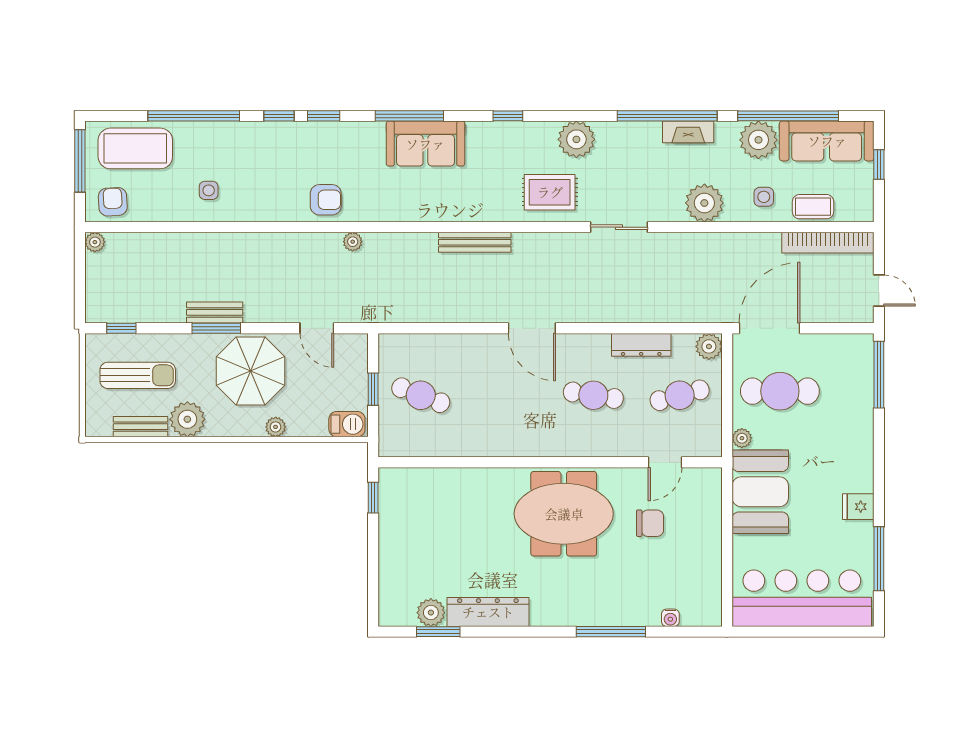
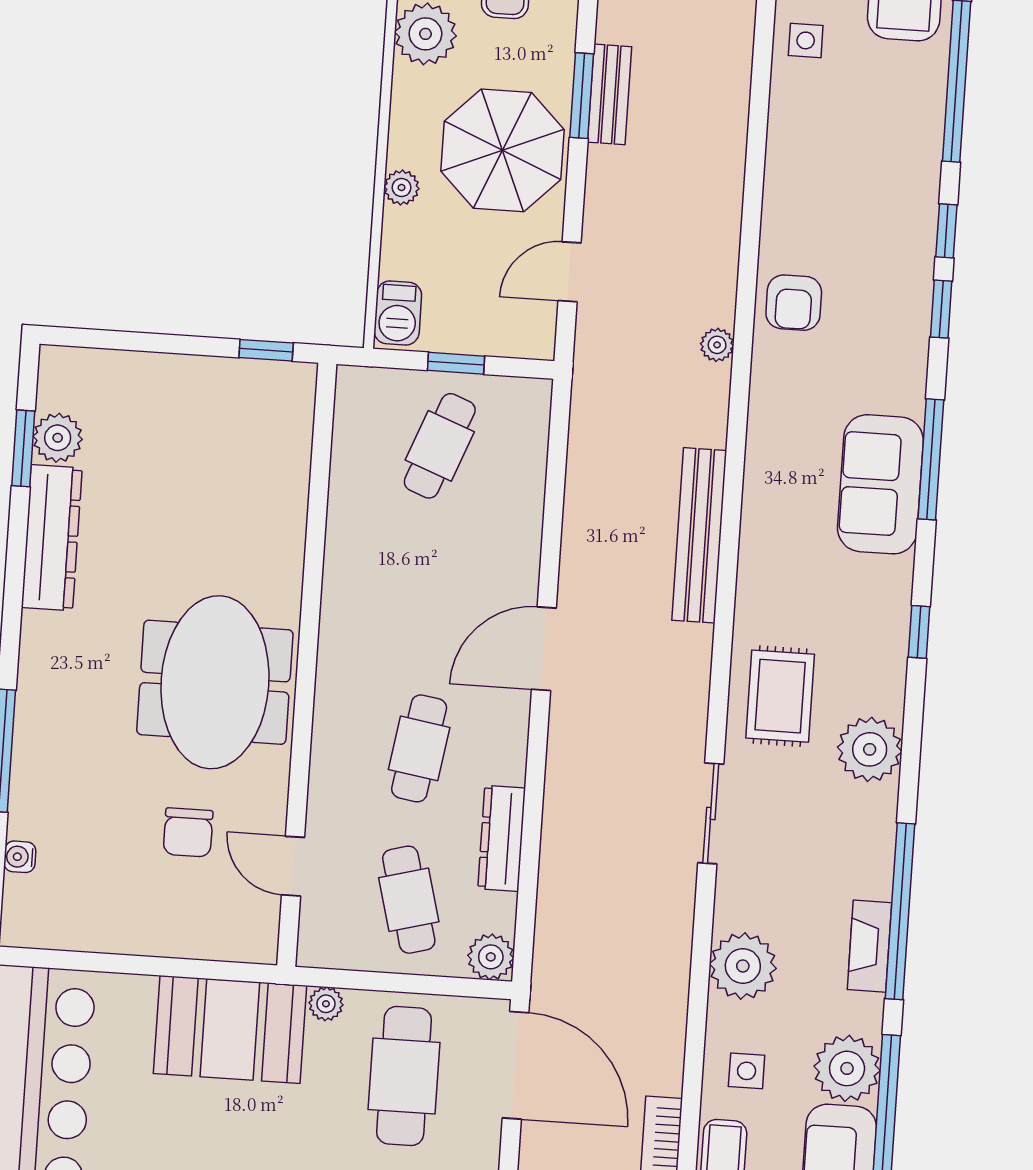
side table: (209, 190) -> (806, 40), moved
bench: (475, 242) -> (699, 535), width x1.37, depth x1.21

